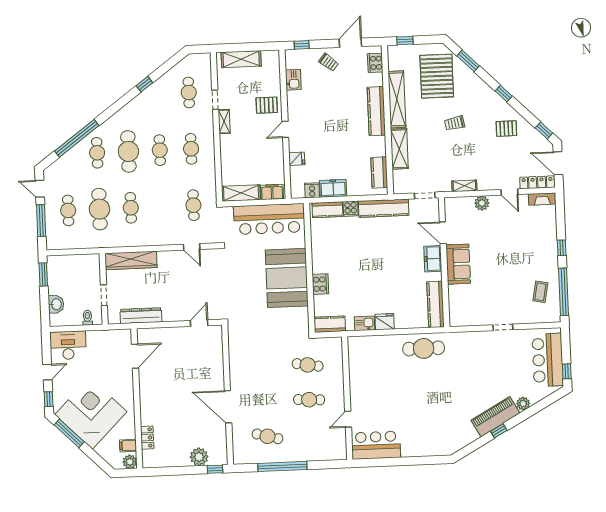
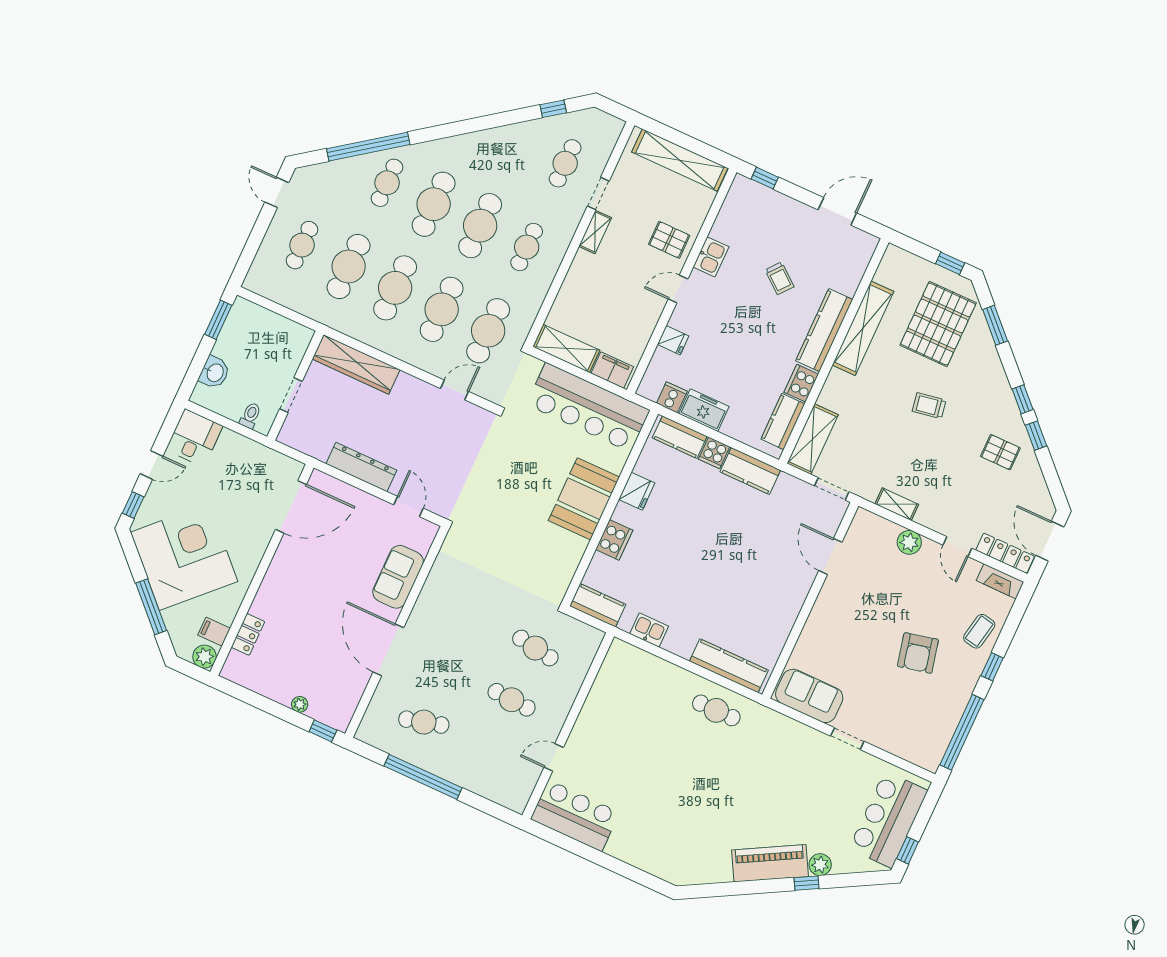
window: (405, 41) -> (950, 263), moved
shelving: (241, 59) -> (680, 160), width x1.47
trolley: (329, 62) -> (779, 278), moved
cooker: (375, 63) -> (801, 383), moved
kitchen sink: (293, 80) -> (711, 257), moved
window: (144, 84) -> (553, 109), moved
window: (544, 131) -> (1036, 436), moved
shelving: (399, 149) -> (813, 439), moved
cafe table: (160, 150) -> (480, 226), width x1.37, depth x1.35
cafe table: (193, 205) -> (488, 331), width x1.37, depth x1.35
cafe table: (162, 206) -> (442, 309), added
cafe table: (131, 208) -> (395, 288), width x1.37, depth x1.35
kitchen counter: (384, 208) -> (750, 471), width x0.67
window: (41, 221) -> (255, 240), removed
door: (192, 247) -> (454, 390), swing flipped
freezer: (433, 259) -> (797, 587), removed
armchair: (517, 261) -> (918, 653), added
sofa: (458, 264) -> (809, 696), moved, turned -90
booth: (287, 278) -> (584, 499), width x0.73, depth x0.70
coffee table: (540, 292) -> (979, 631), moved
kitchen counter: (436, 304) -> (729, 666), moved, turned 90
dresser: (141, 316) -> (361, 467), moved
fridge: (385, 322) -> (637, 491), moved, turned 90
door: (199, 323) -> (409, 507), hinge flipped
desk: (68, 345) -> (194, 438), width x0.73
cafe table: (424, 348) -> (716, 710), width x0.73, depth x0.74
door: (135, 356) -> (291, 507), width x1.36
sofa: (213, 364) -> (398, 577), added
window: (499, 431) -> (806, 883), moved
window: (69, 433) -> (151, 607), moved
cafe table: (267, 436) -> (424, 722), turned -30
plant: (199, 457) -> (300, 704), width x0.53, depth x0.53

